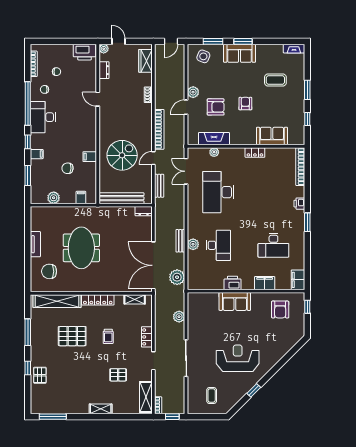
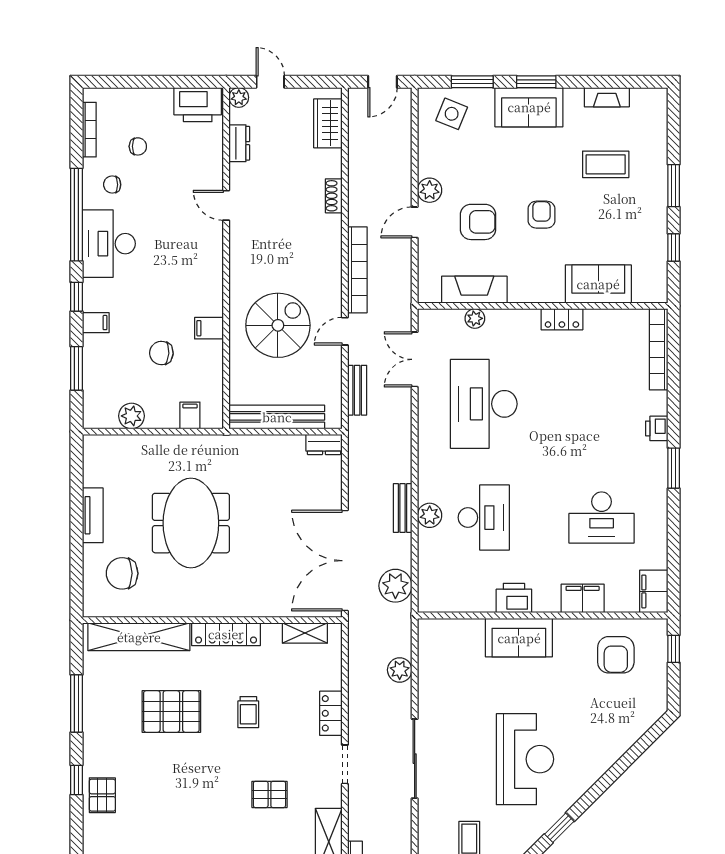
fireplace: (294, 49) -> (607, 97), moved
reception desk: (238, 358) -> (525, 759), turned 90

